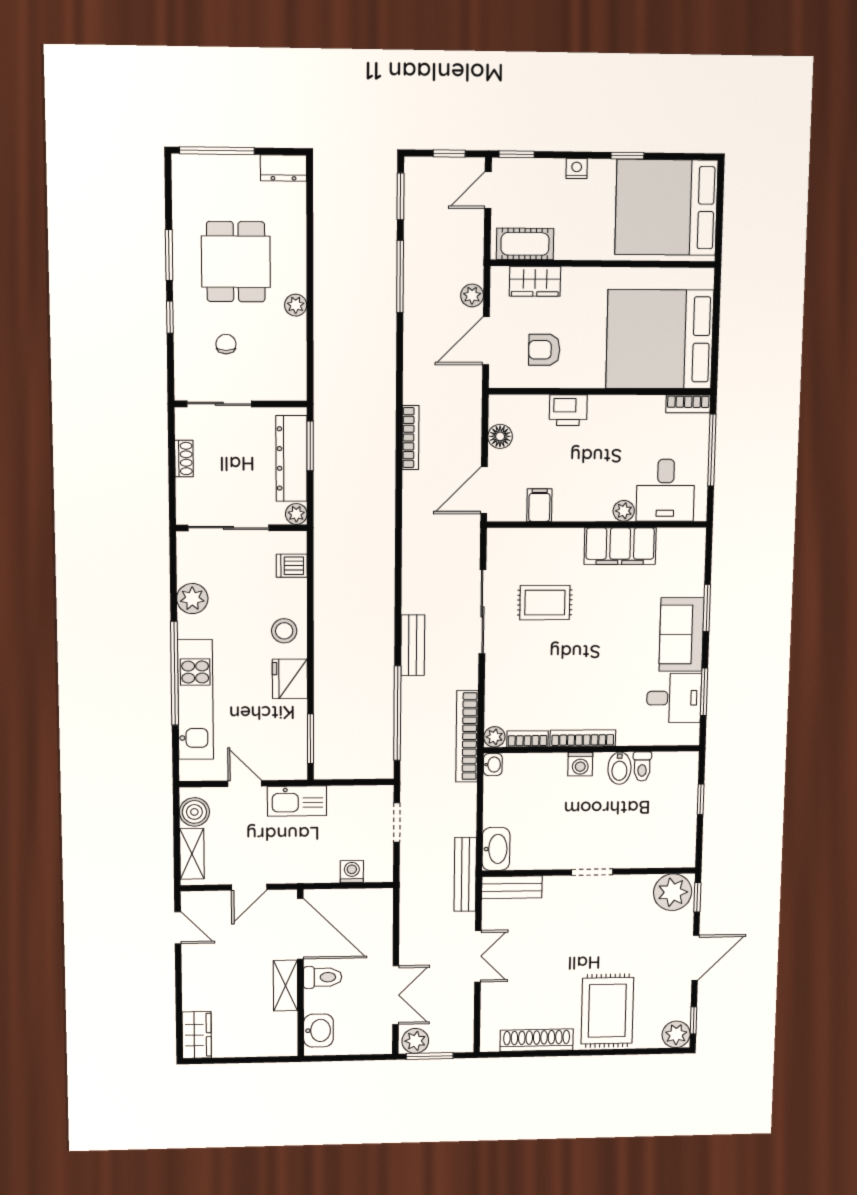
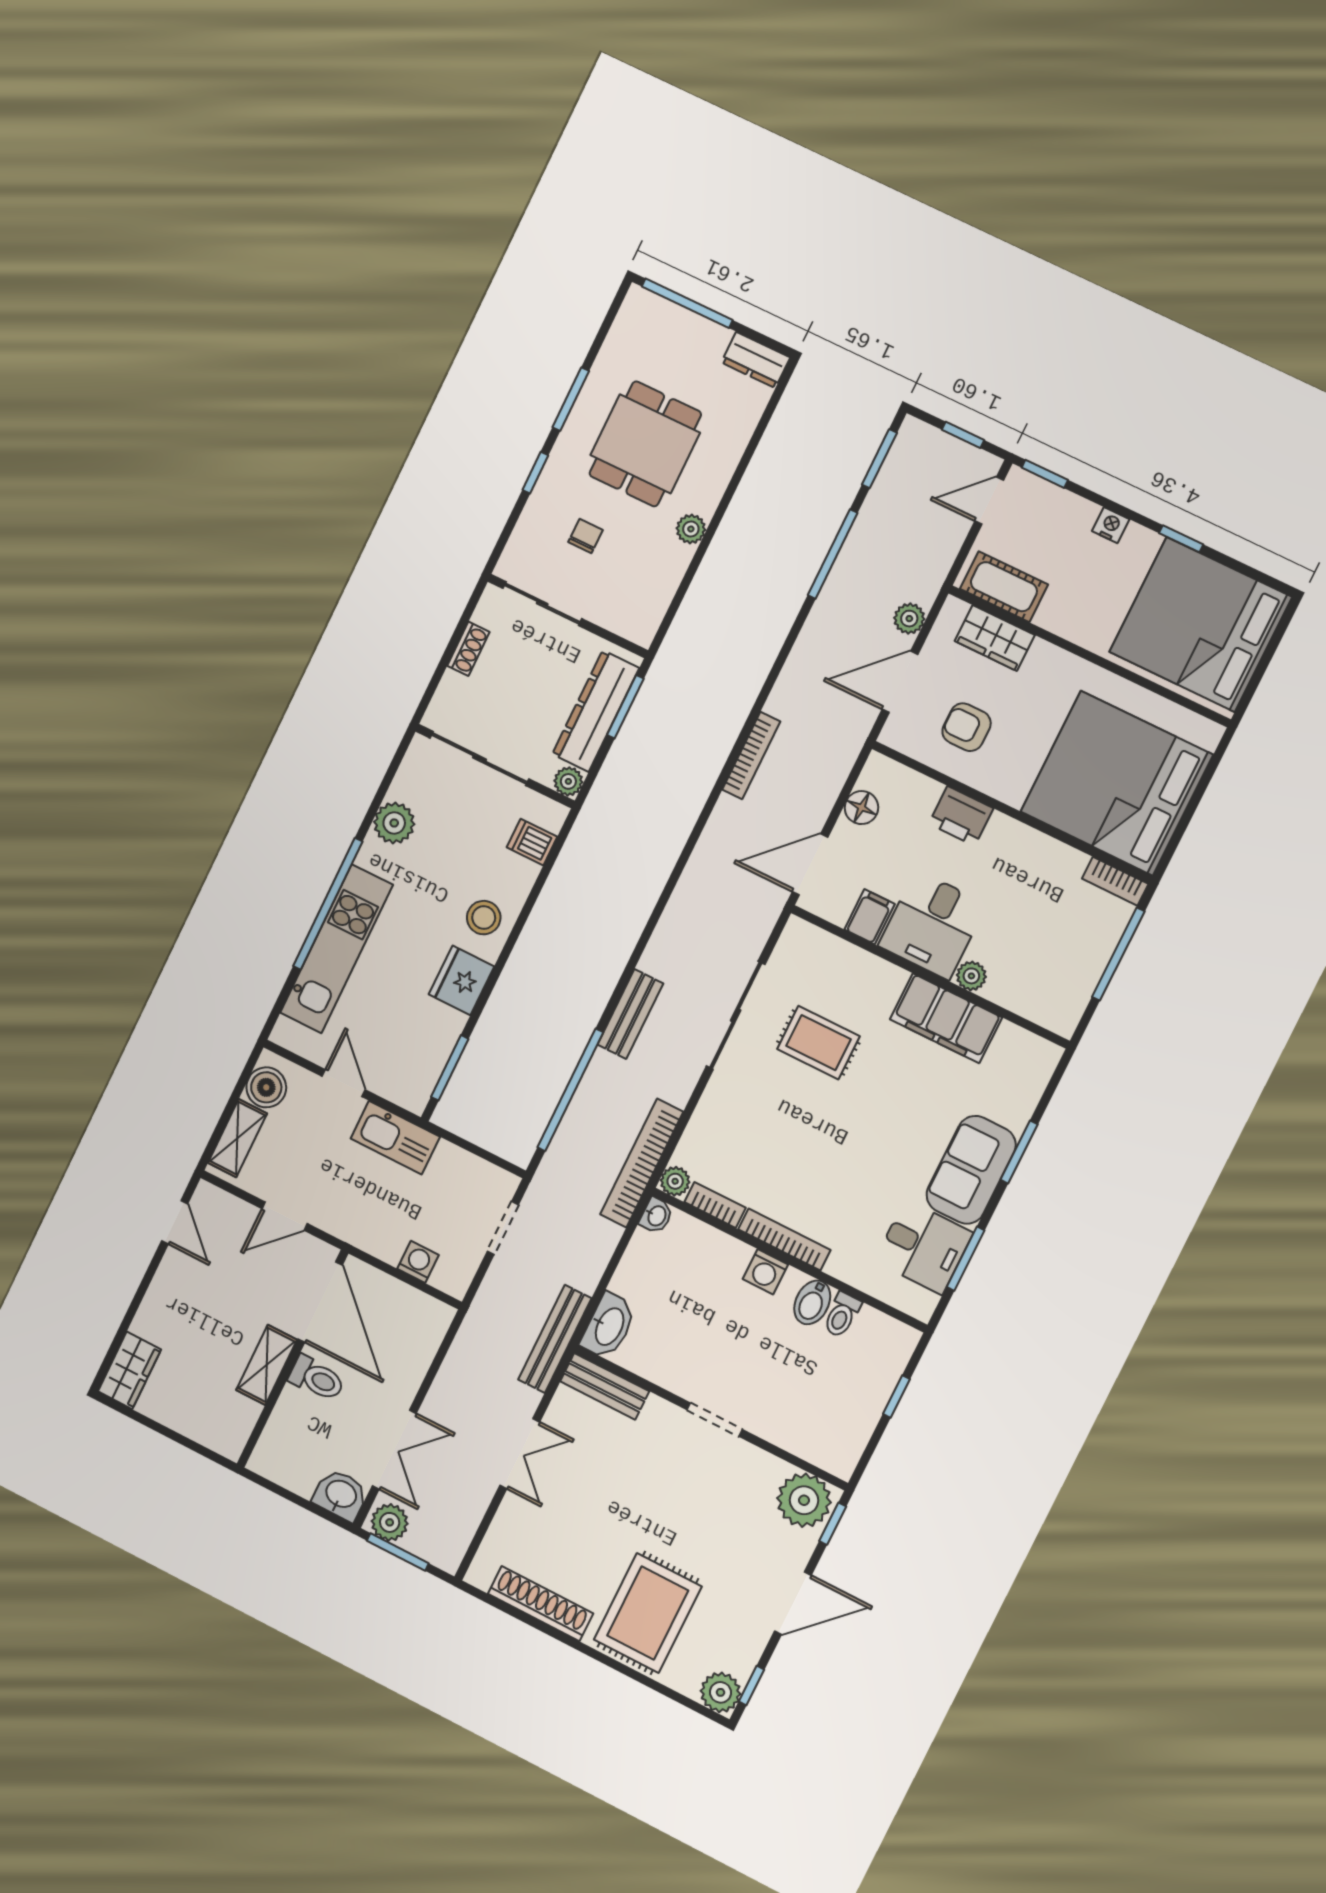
desk: (665, 490) -> (932, 925), moved
washbasin: (318, 1030) -> (341, 1495), moved, turned -90

